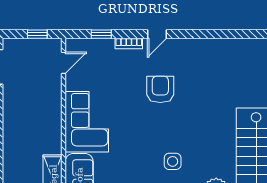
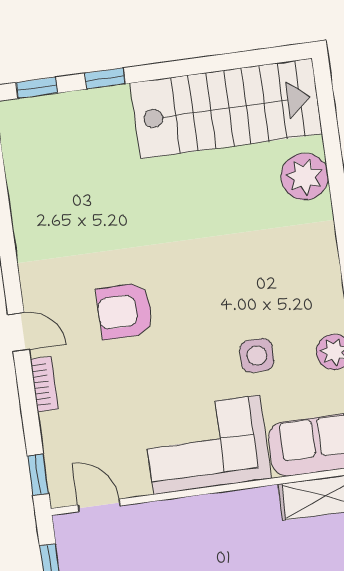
window: (101, 34) -> (38, 475), moved
side table: (173, 161) -> (257, 355), moved

